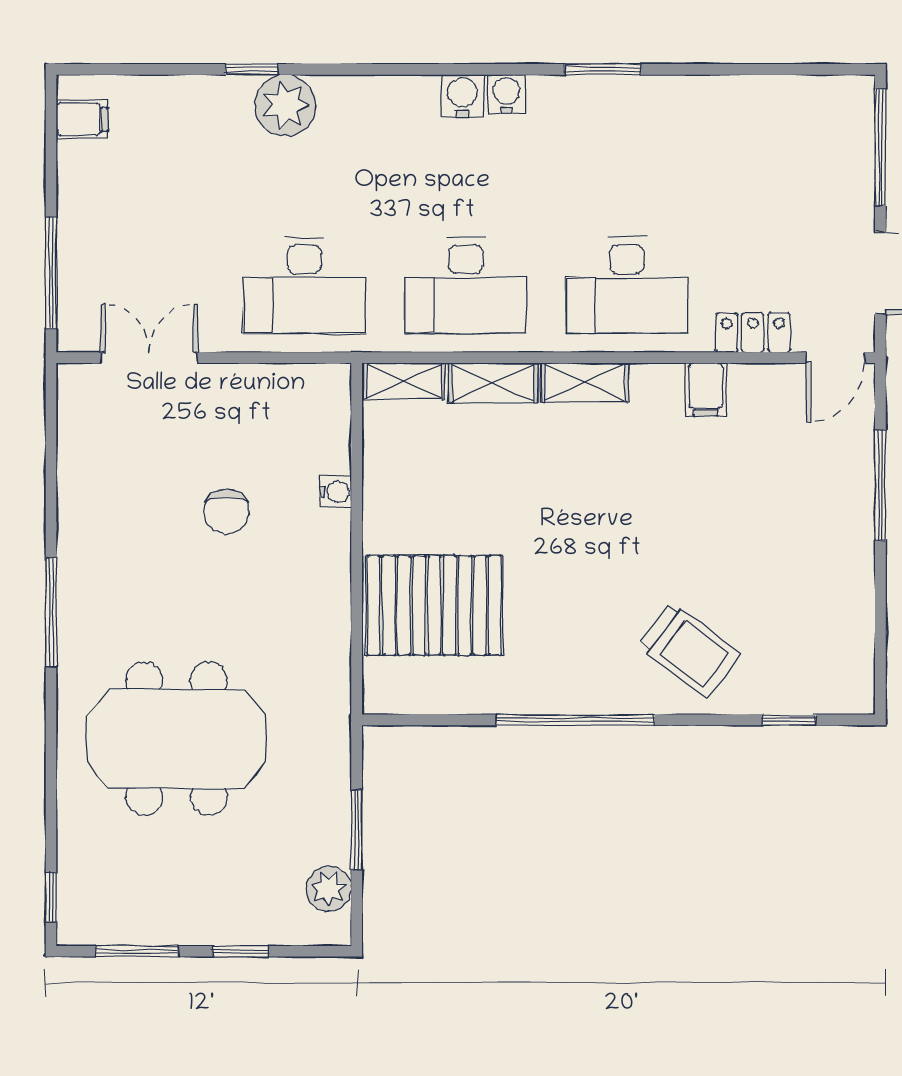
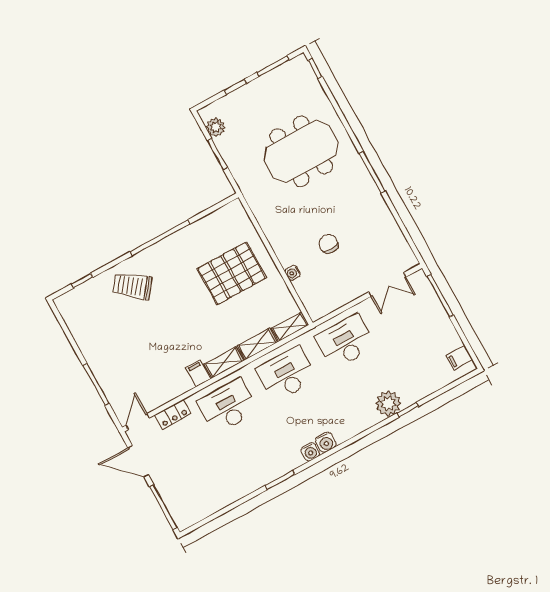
filing cabinet: (706, 389) -> (198, 373), moved
pallet: (434, 605) -> (232, 273), moved

